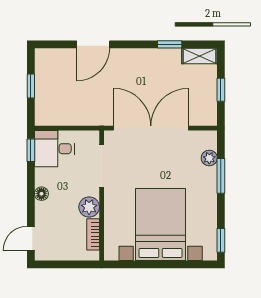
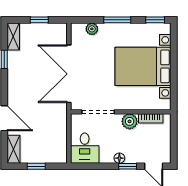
shelving: (53, 56) -> (14, 149), added
window: (31, 150) -> (128, 166), moved
window: (221, 176) -> (117, 20), moved

